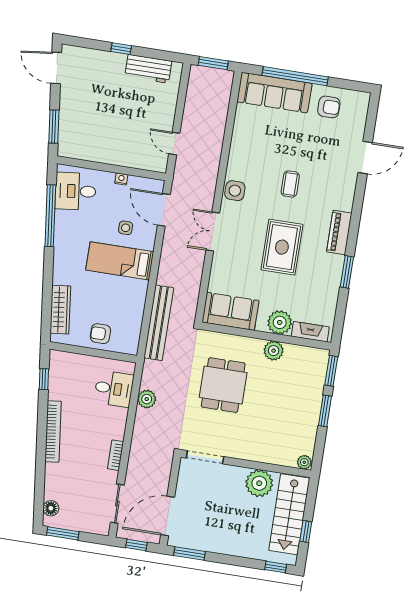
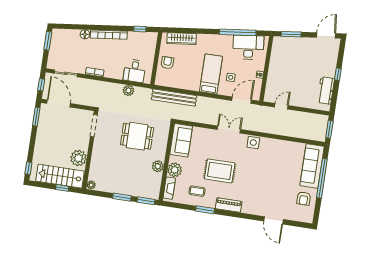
coffee table: (290, 184) -> (197, 191), moved
desk: (76, 191) -> (248, 47), width x1.37
floor lamp: (51, 508) -> (85, 34), moved
window: (306, 531) -> (62, 188), moved

